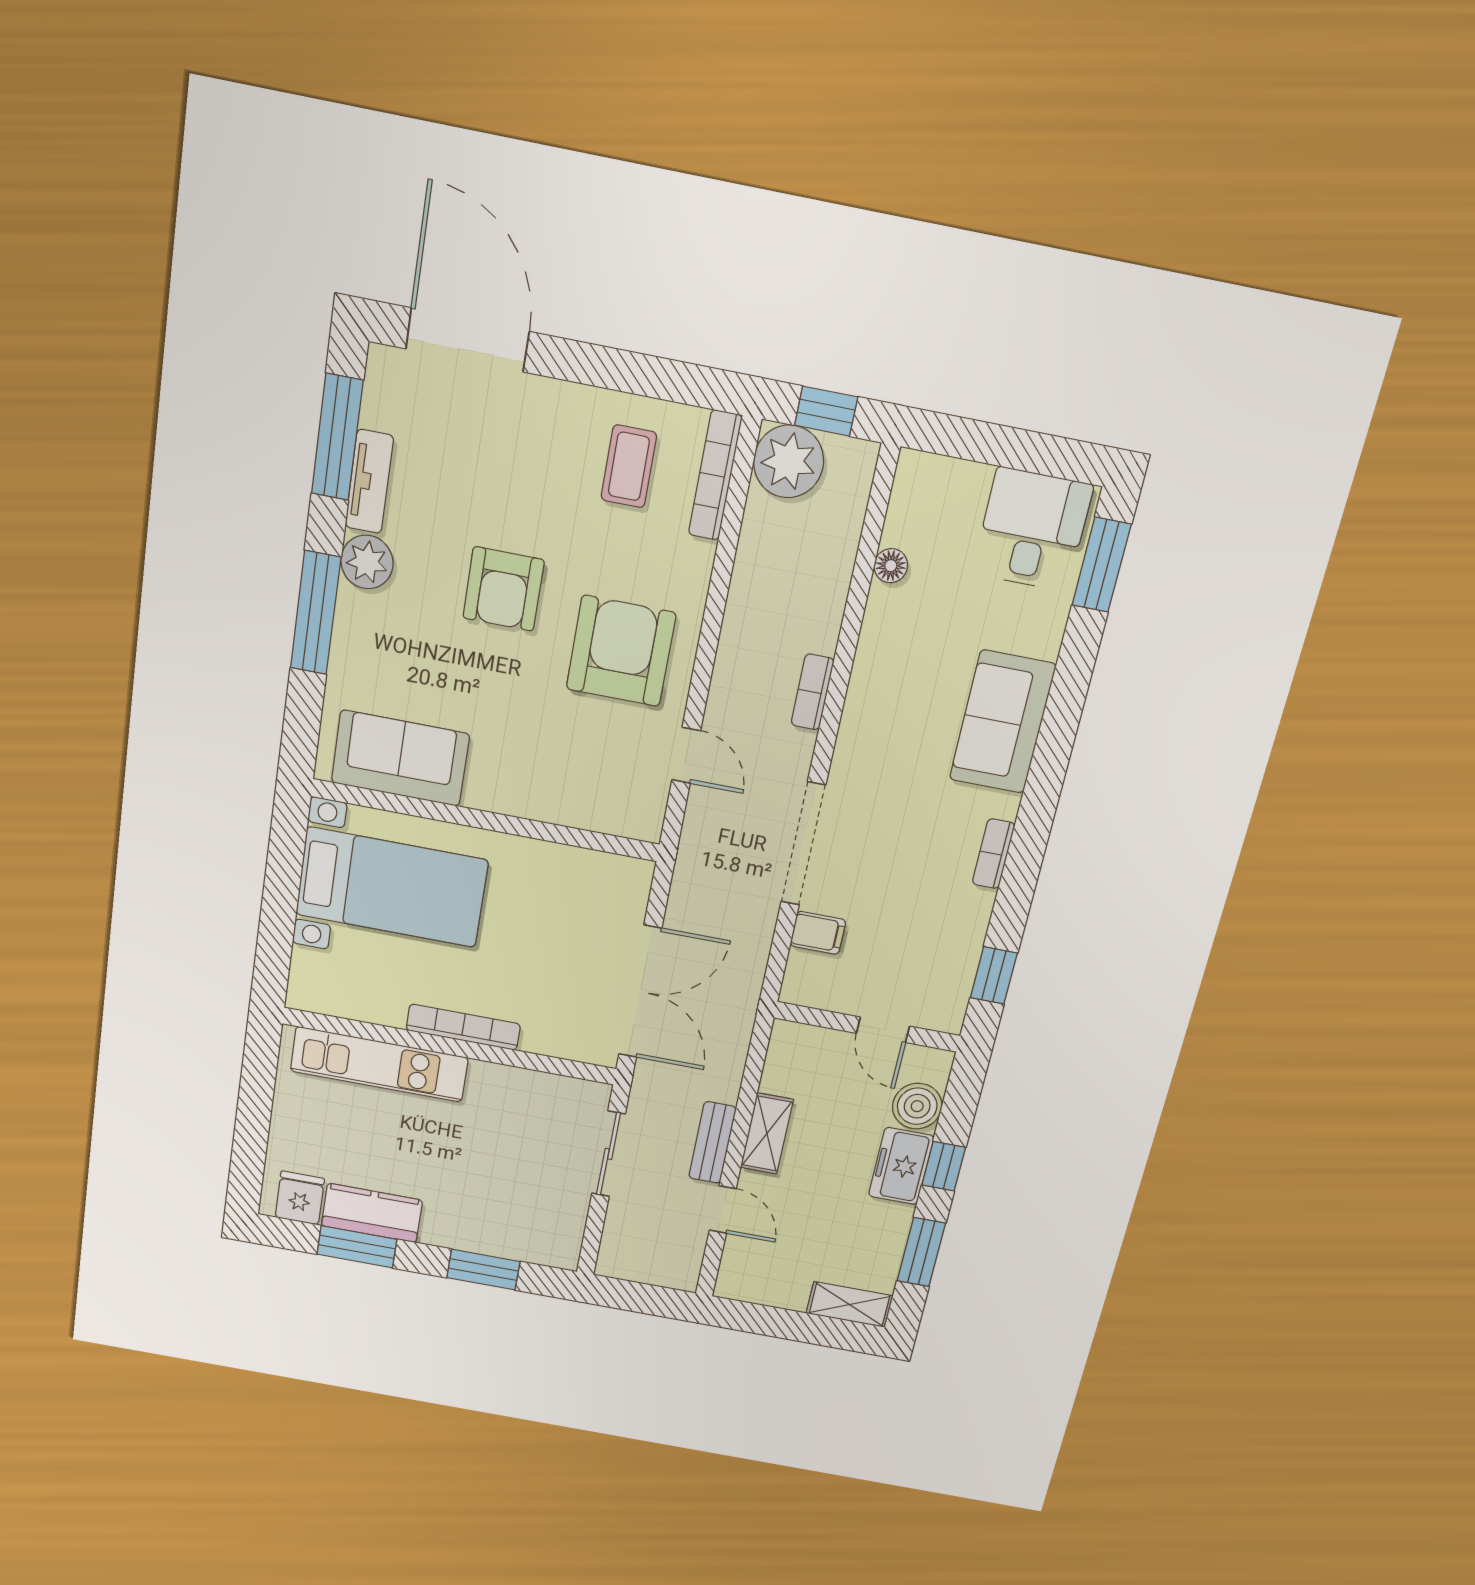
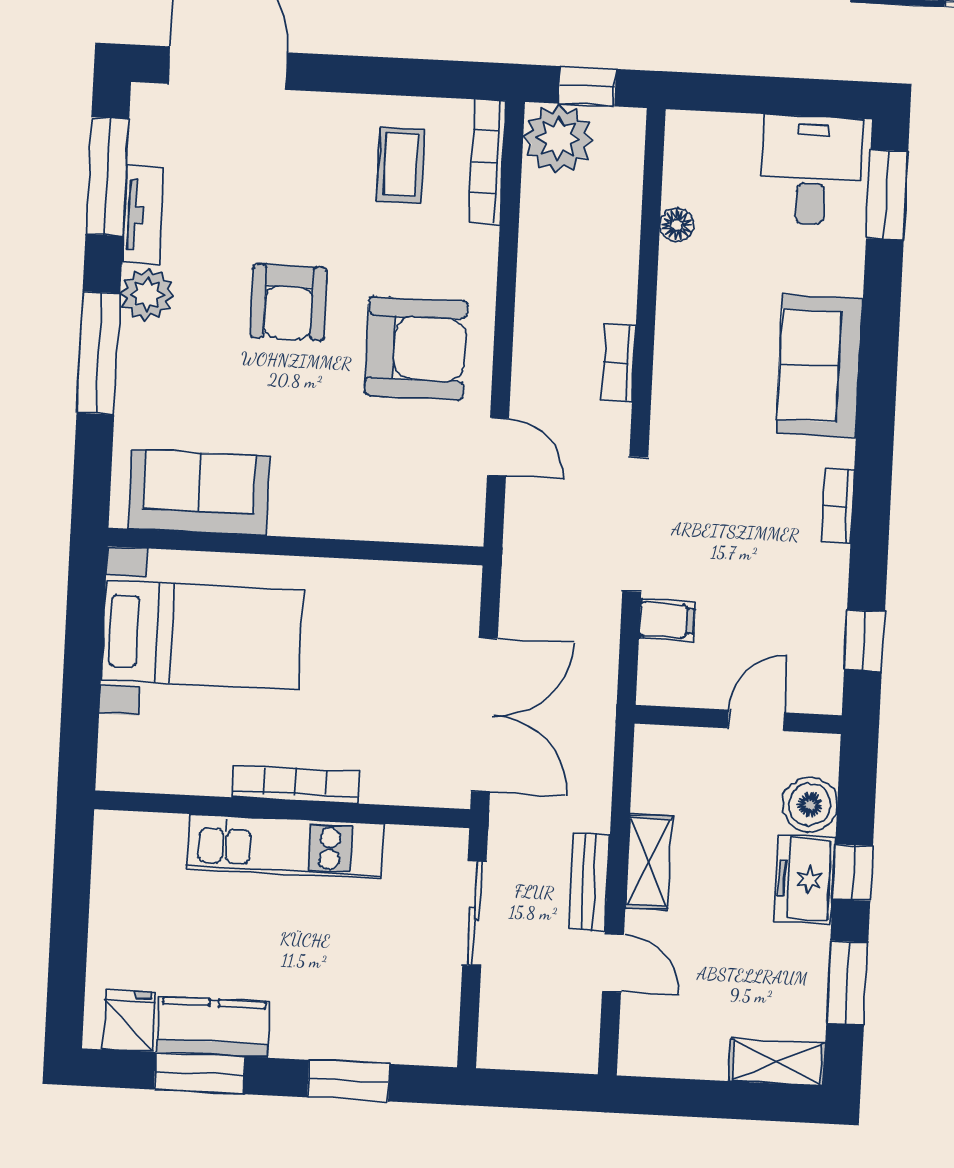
armchair: (621, 651) -> (416, 348), turned 90
door: (883, 1030) -> (756, 720), swing flipped
kitchen unit: (379, 1064) -> (285, 846), moved

